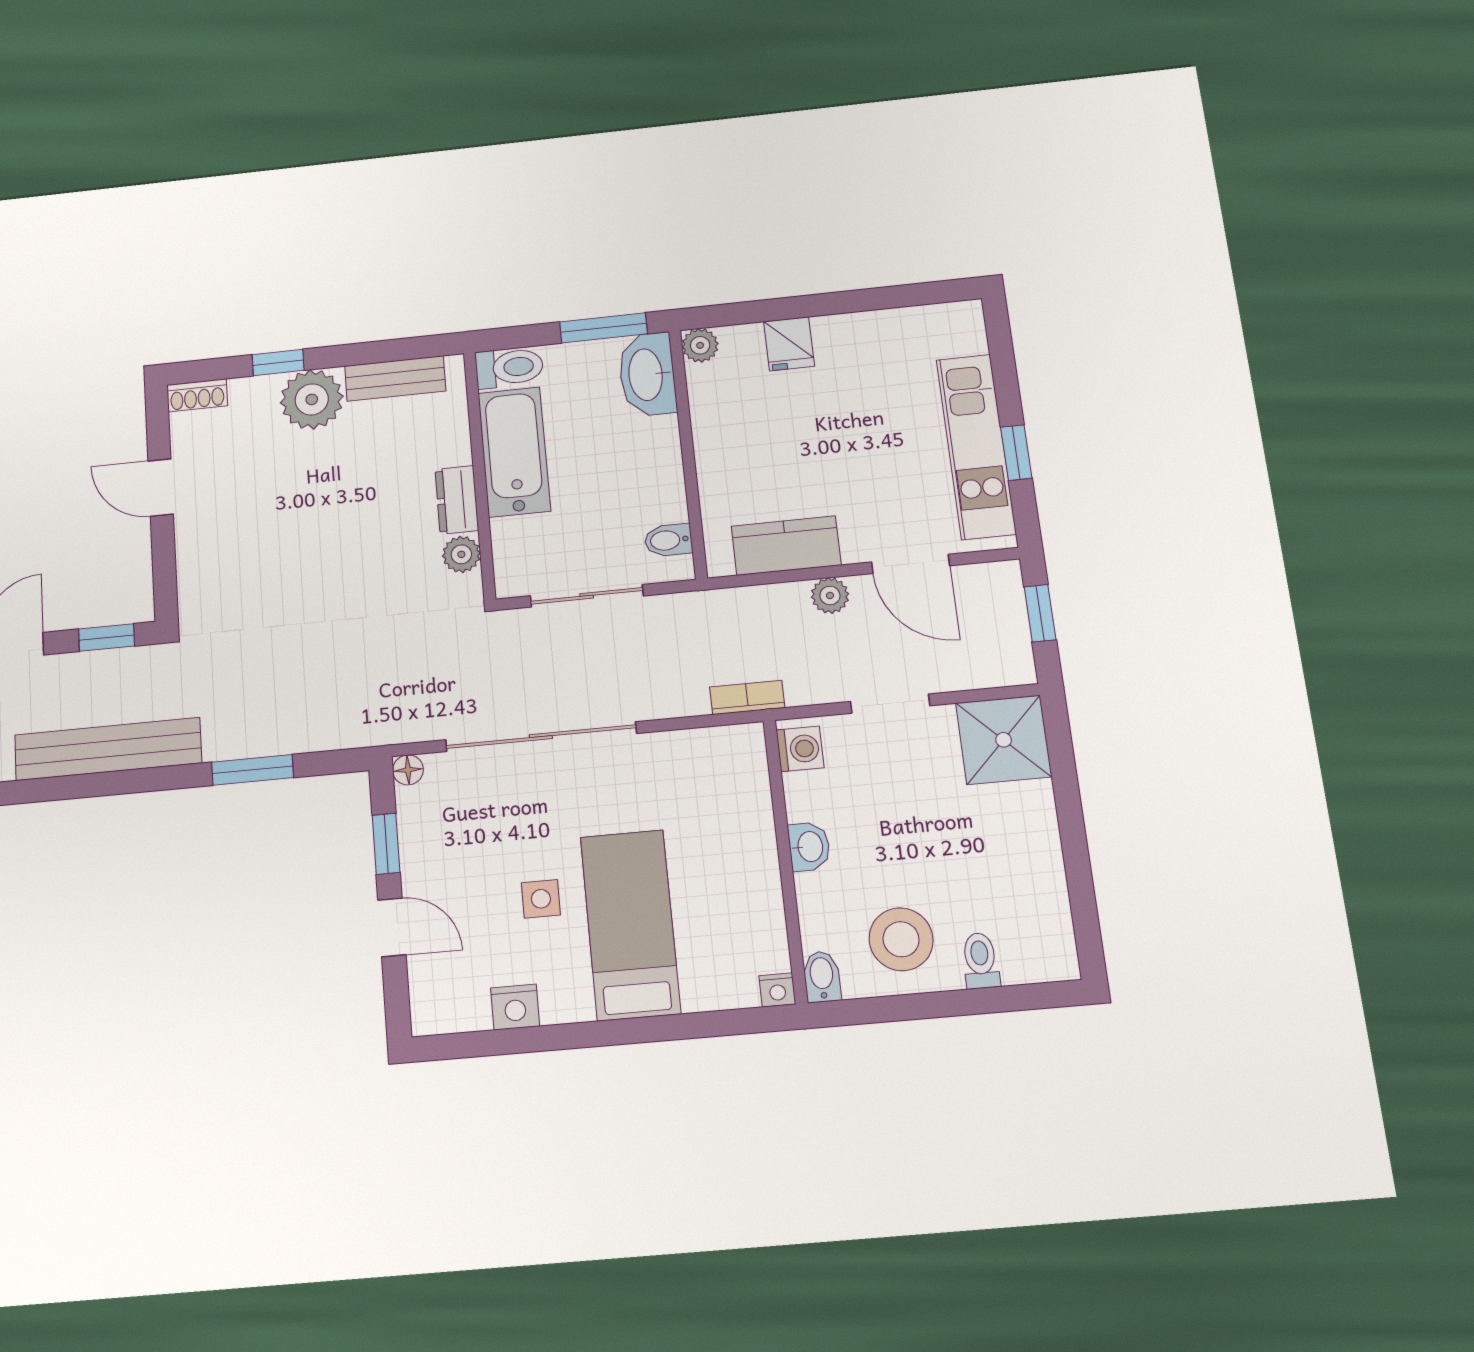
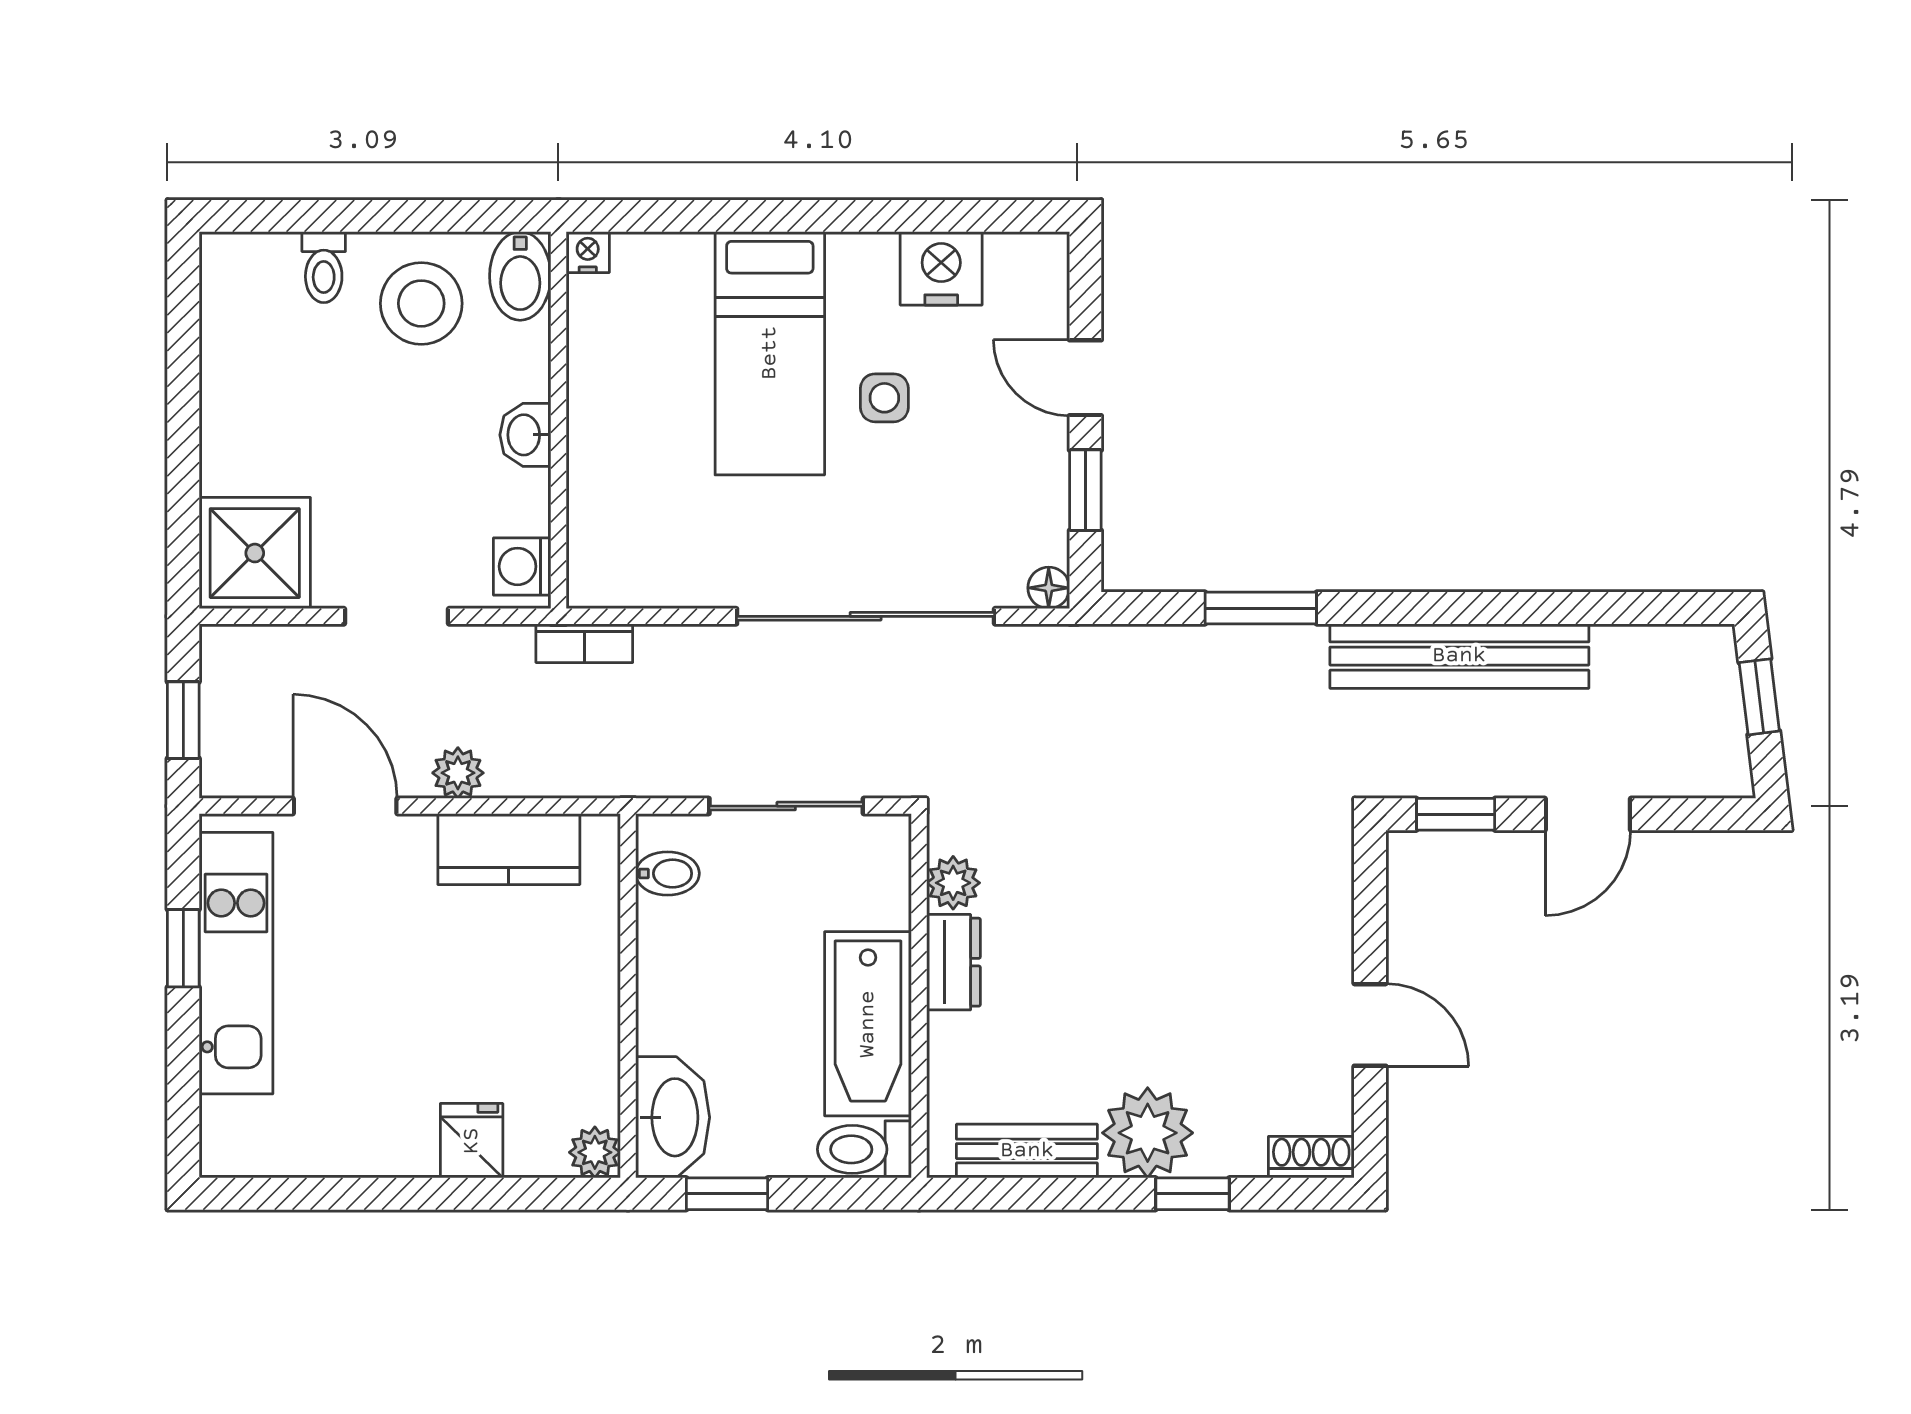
window: (603, 328) -> (727, 1194), width x0.67
bidet: (822, 977) -> (520, 276), width x1.38, depth x1.36
nightstand: (515, 1007) -> (941, 268), width x1.36, depth x1.33

